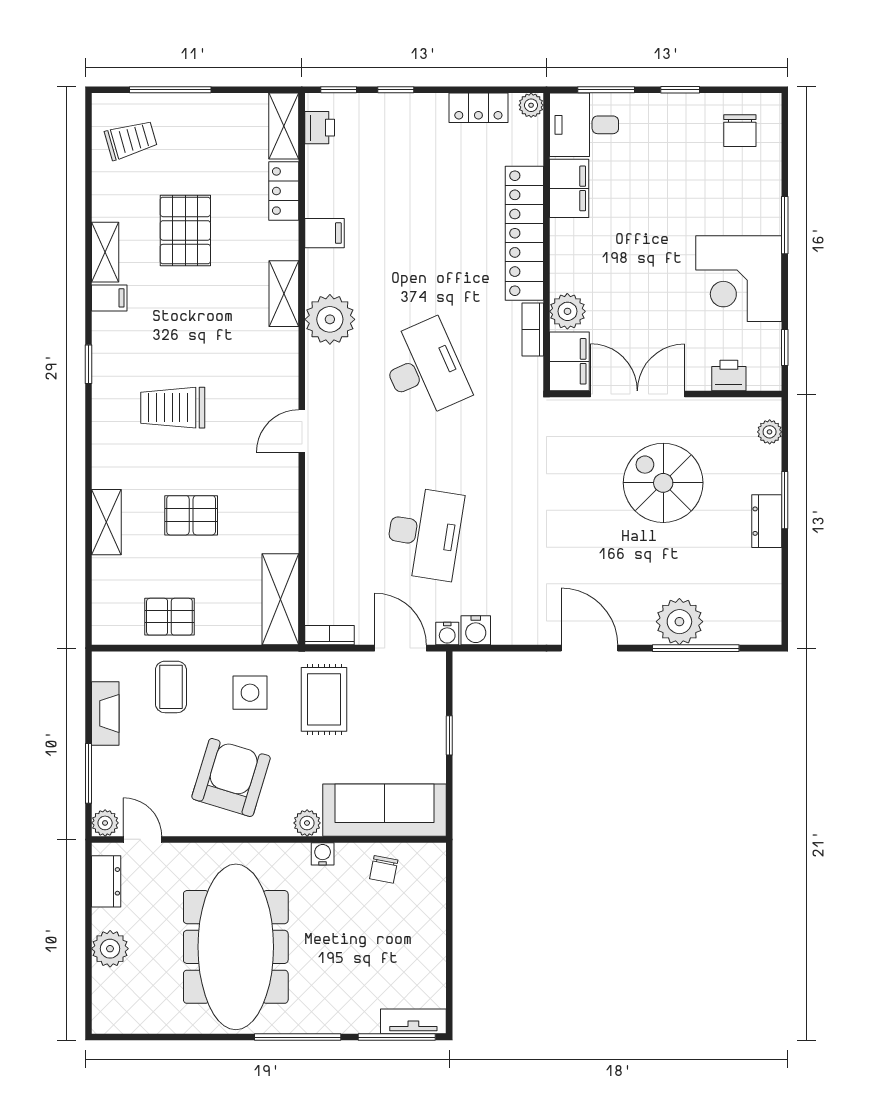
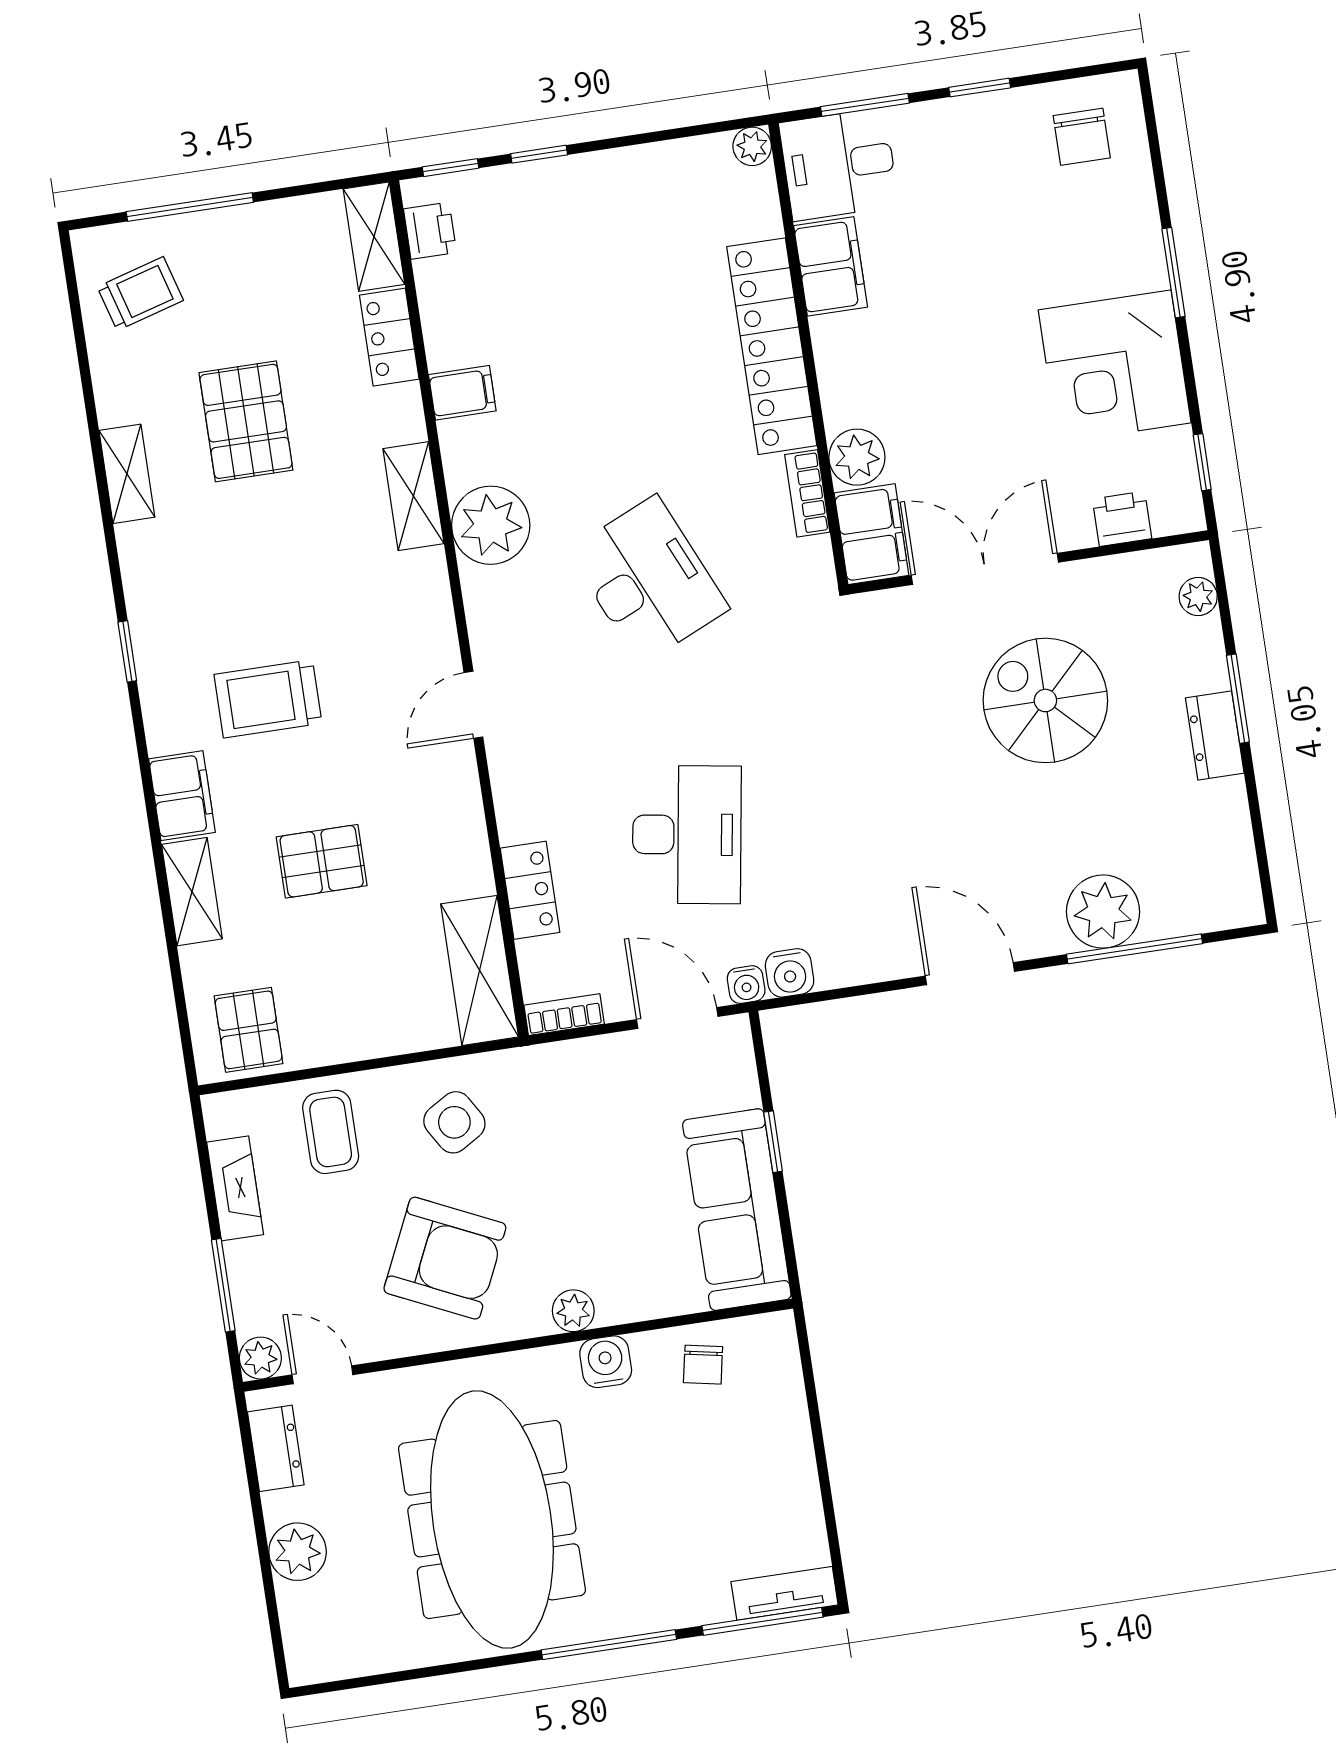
locker: (478, 108) -> (530, 890), moved, turned -90
filing cabinet: (109, 298) -> (182, 796), moved, width x2.00
pallet: (169, 617) -> (249, 1030), moved, turned 90
side table: (250, 693) -> (454, 1122), turned -31
rug: (324, 699) -> (571, 1115), removed
armchair: (231, 777) -> (445, 1258), turned 98
sofa: (384, 810) -> (737, 1210), moved, turned -90
water cooler: (323, 854) -> (606, 1362), width x1.38, depth x1.38

